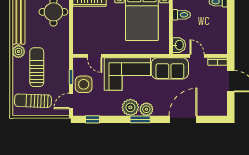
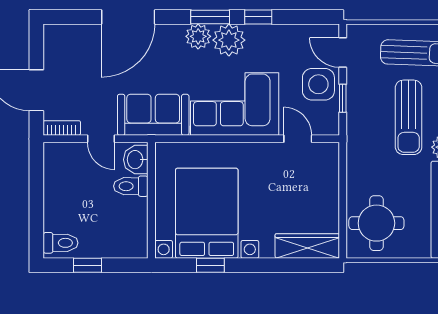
toilet: (182, 15) -> (131, 186), moved
door: (71, 101) -> (343, 53), swing flipped
window: (93, 119) -> (258, 17), moved

